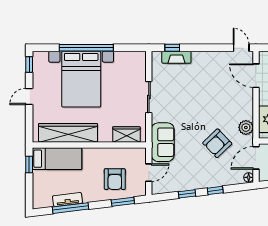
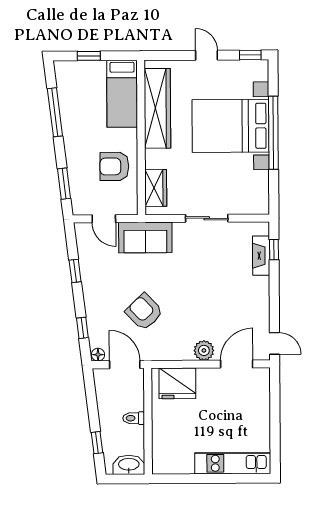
door: (241, 48) -> (275, 343), hinge flipped
plant: (246, 127) -> (204, 350), moved
window: (29, 164) -> (89, 56), moved
armchair: (115, 179) -> (114, 166), moved
window: (215, 190) -> (82, 328), moved
tv unit: (67, 200) -> (67, 108), removed

